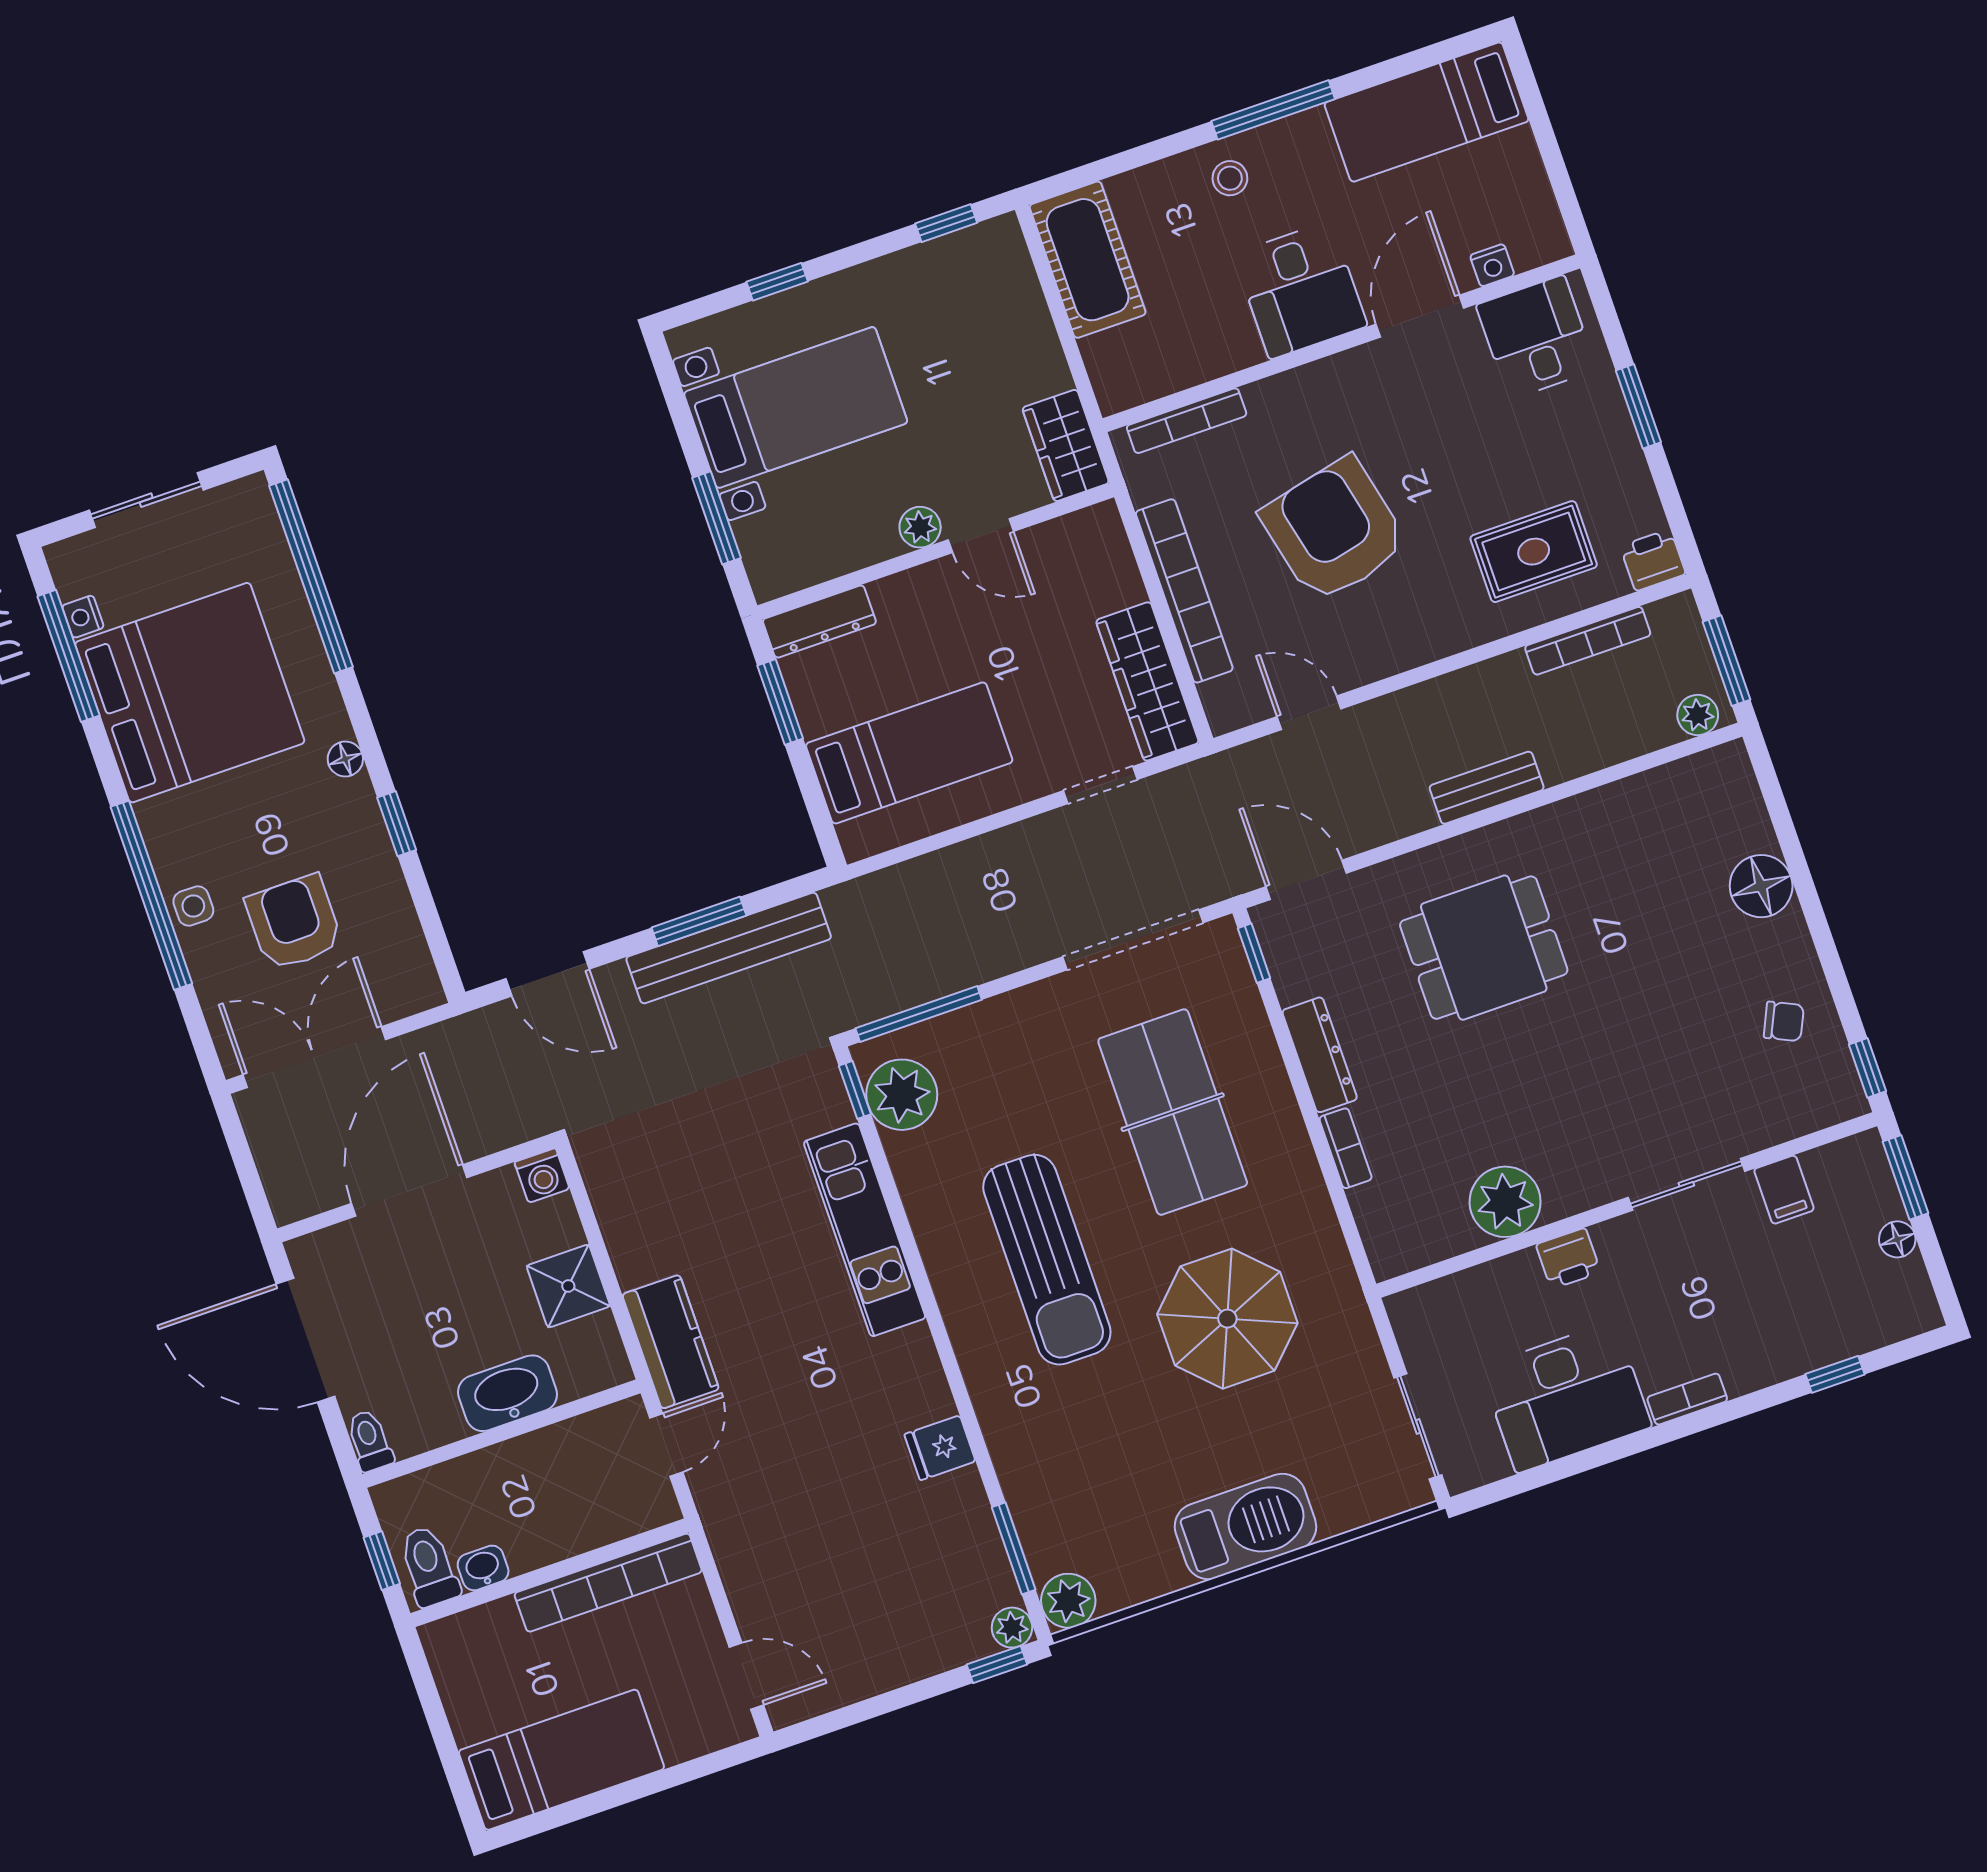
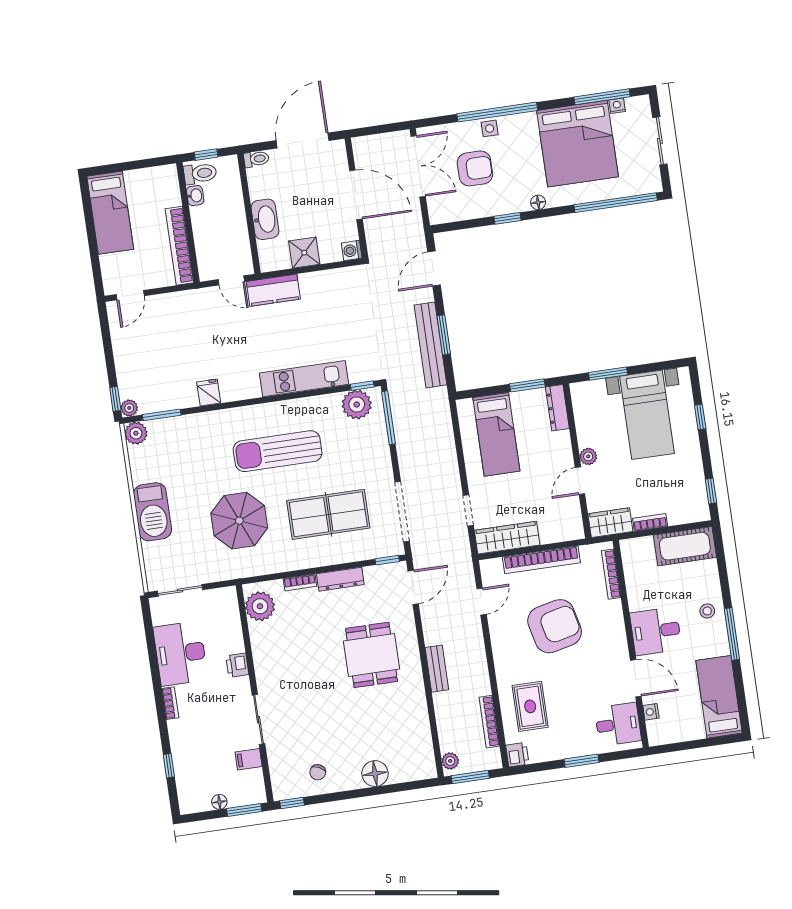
bookcase: (1047, 352) -> (650, 522), added
plant: (1505, 1202) -> (260, 606), moved

